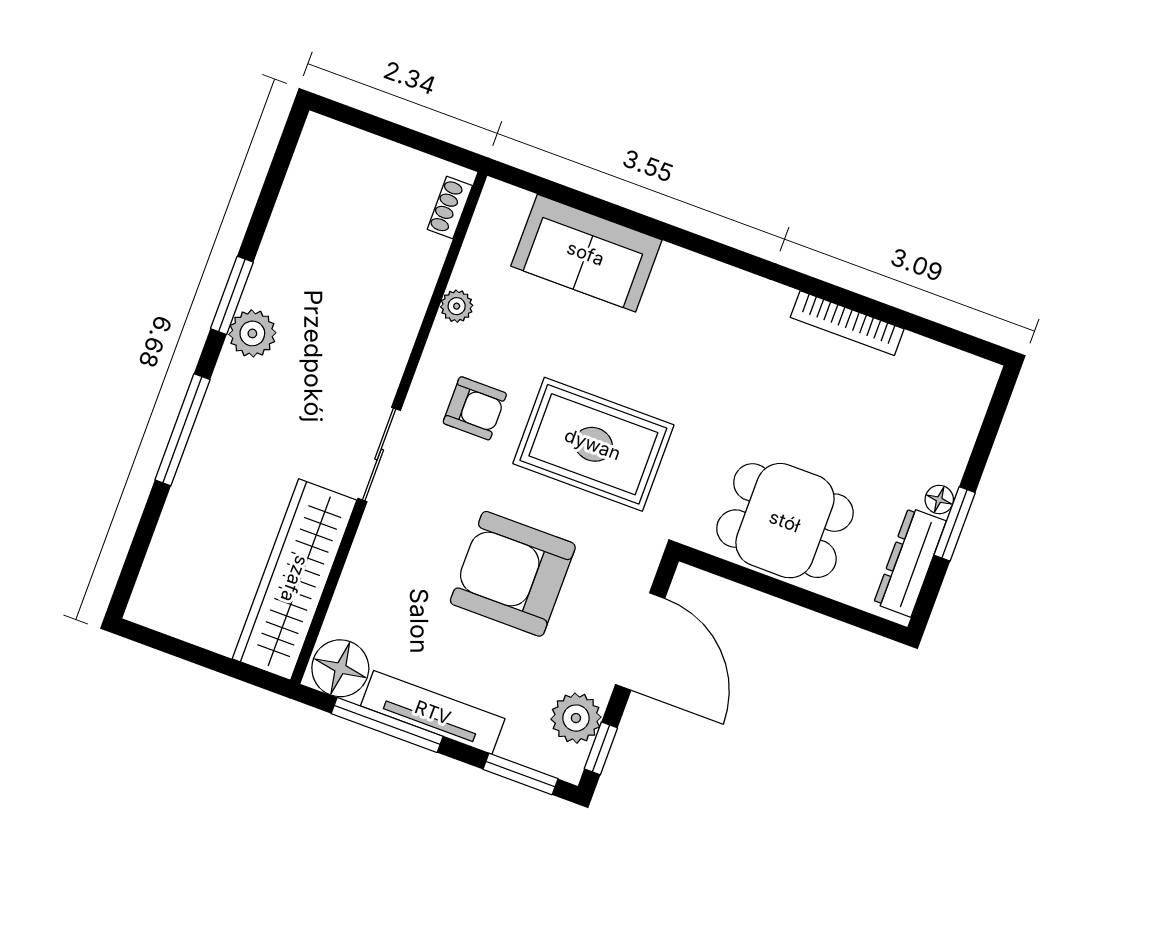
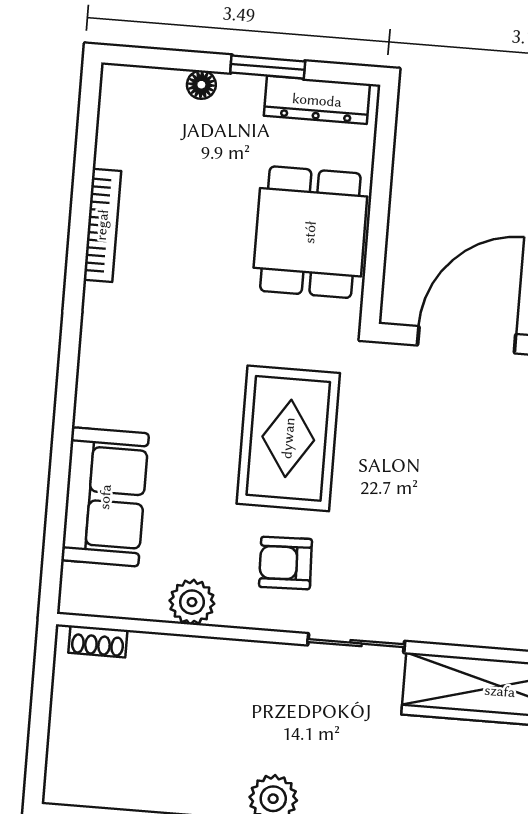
plant: (457, 306) -> (192, 602), width x1.38, depth x1.38
armchair: (475, 408) -> (286, 563), turned -92
floor lamp: (939, 500) -> (201, 85), moved
armchair: (513, 574) -> (436, 481), removed

